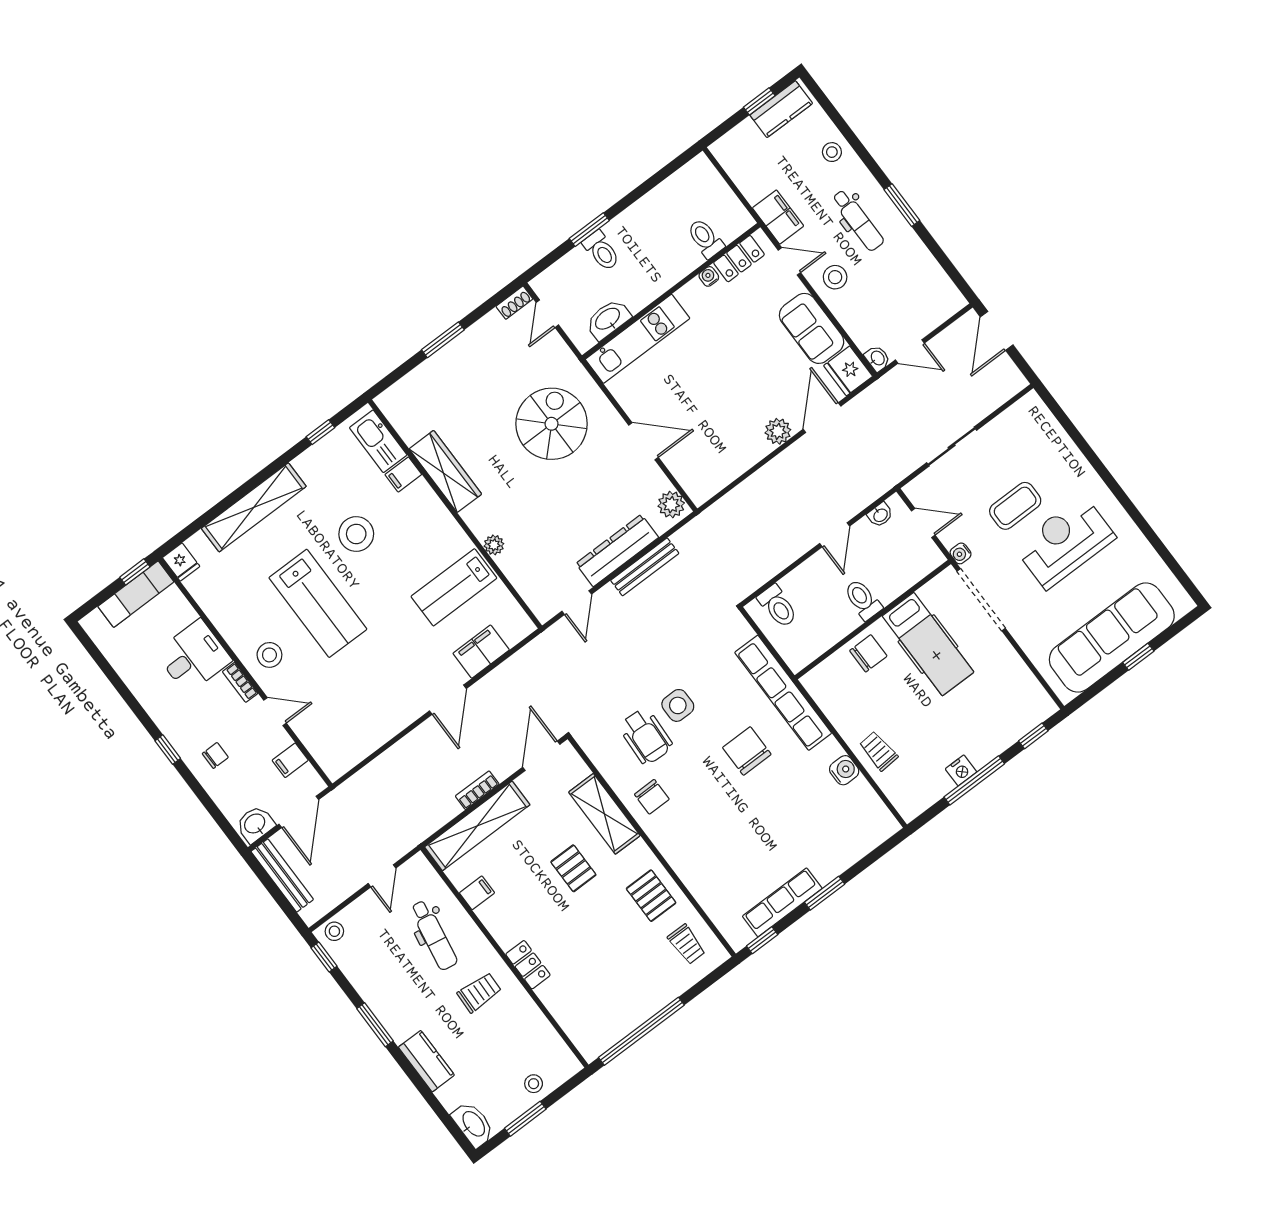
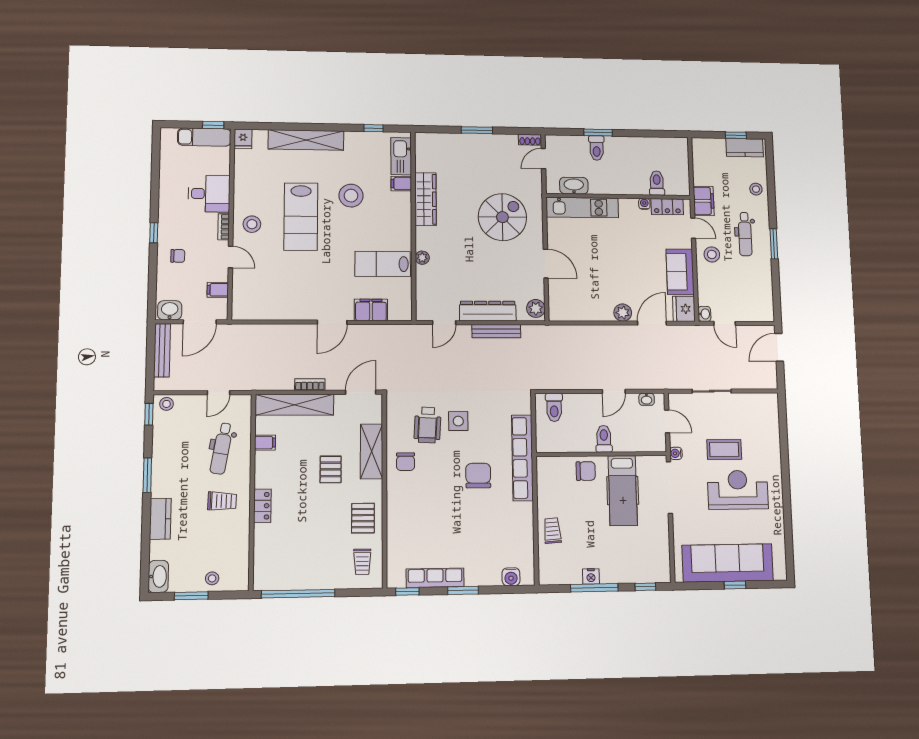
water cooler: (844, 770) -> (511, 577), moved, turned 90

